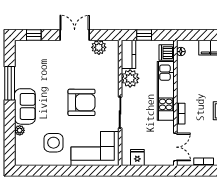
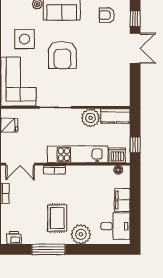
double door: (75, 35) -> (135, 48), moved
window: (144, 35) -> (135, 145), moved
plant: (99, 47) -> (122, 86), removed
armchair: (30, 63) -> (107, 15), added
armchair: (82, 102) -> (62, 55), moved

